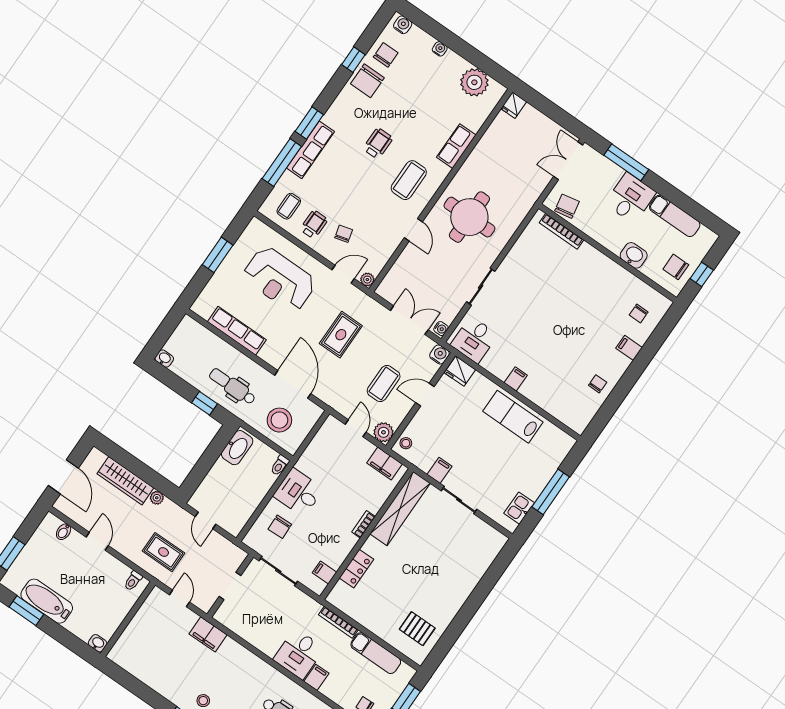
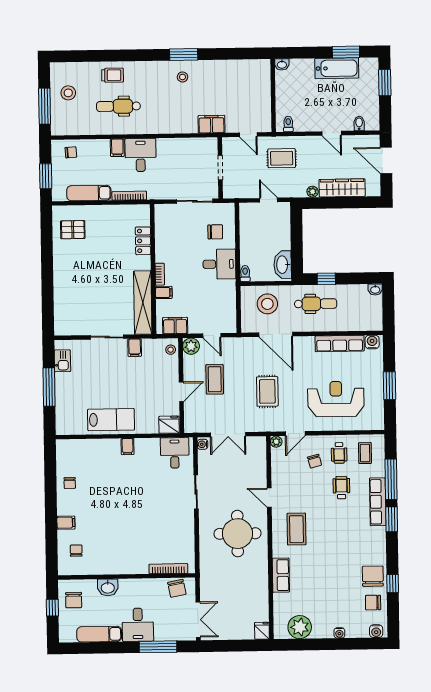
chair: (386, 55) -> (373, 603), turned 90
wheelchair: (378, 143) -> (341, 488), moved, turned 180
chair: (676, 267) -> (74, 600), turned 90
water cooler: (439, 354) -> (372, 342), moved, turned 180
chair: (280, 527) -> (215, 232), turned 92
filing cabinet: (324, 573) -> (164, 292), moved

